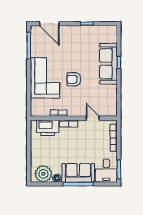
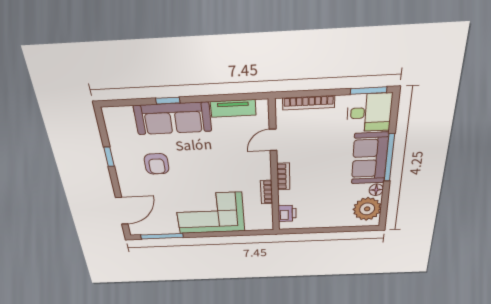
armchair: (74, 79) -> (157, 164), moved
tv unit: (113, 97) -> (233, 108), added
printer: (48, 128) -> (287, 213), width x0.53, depth x0.68

